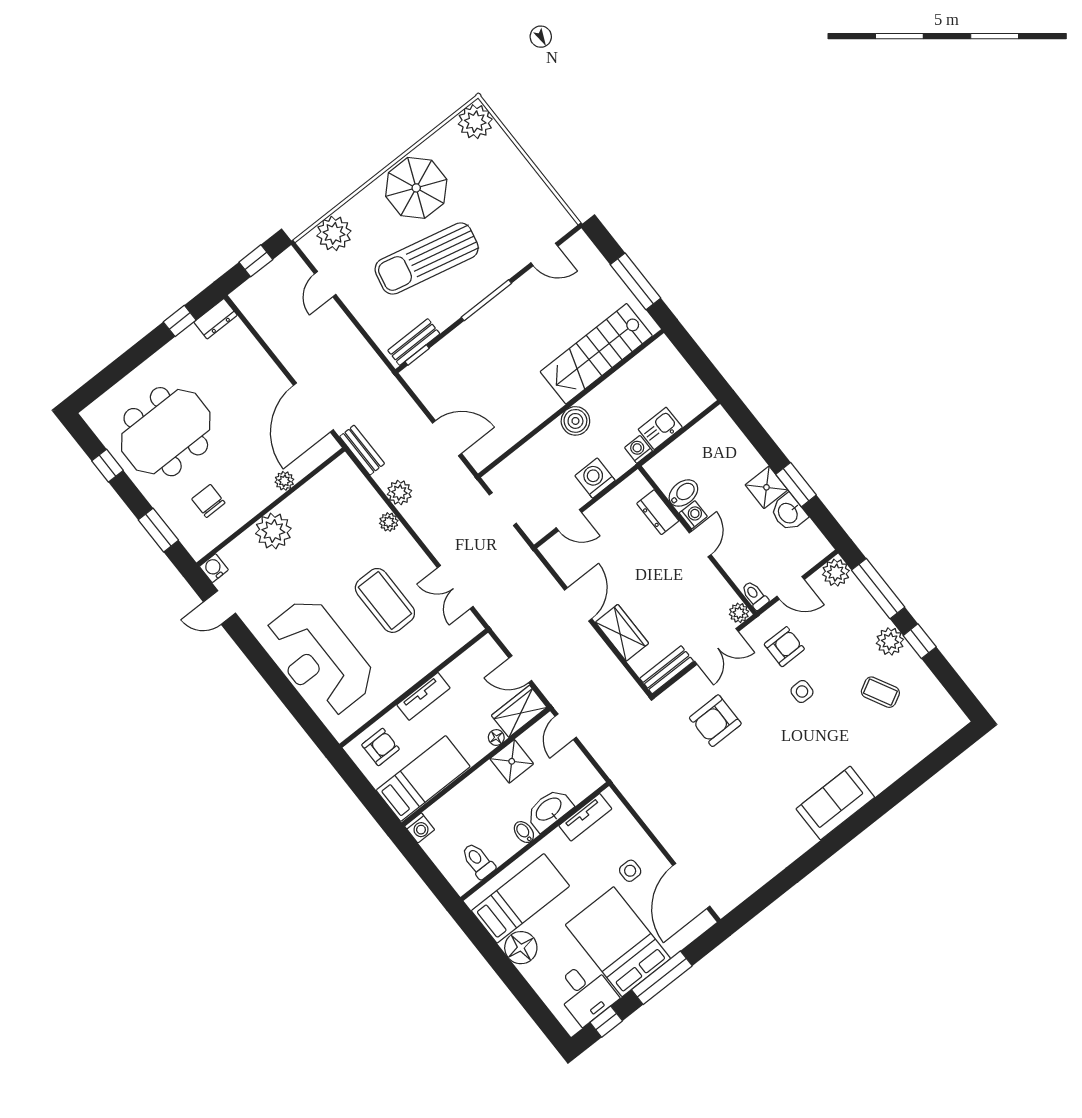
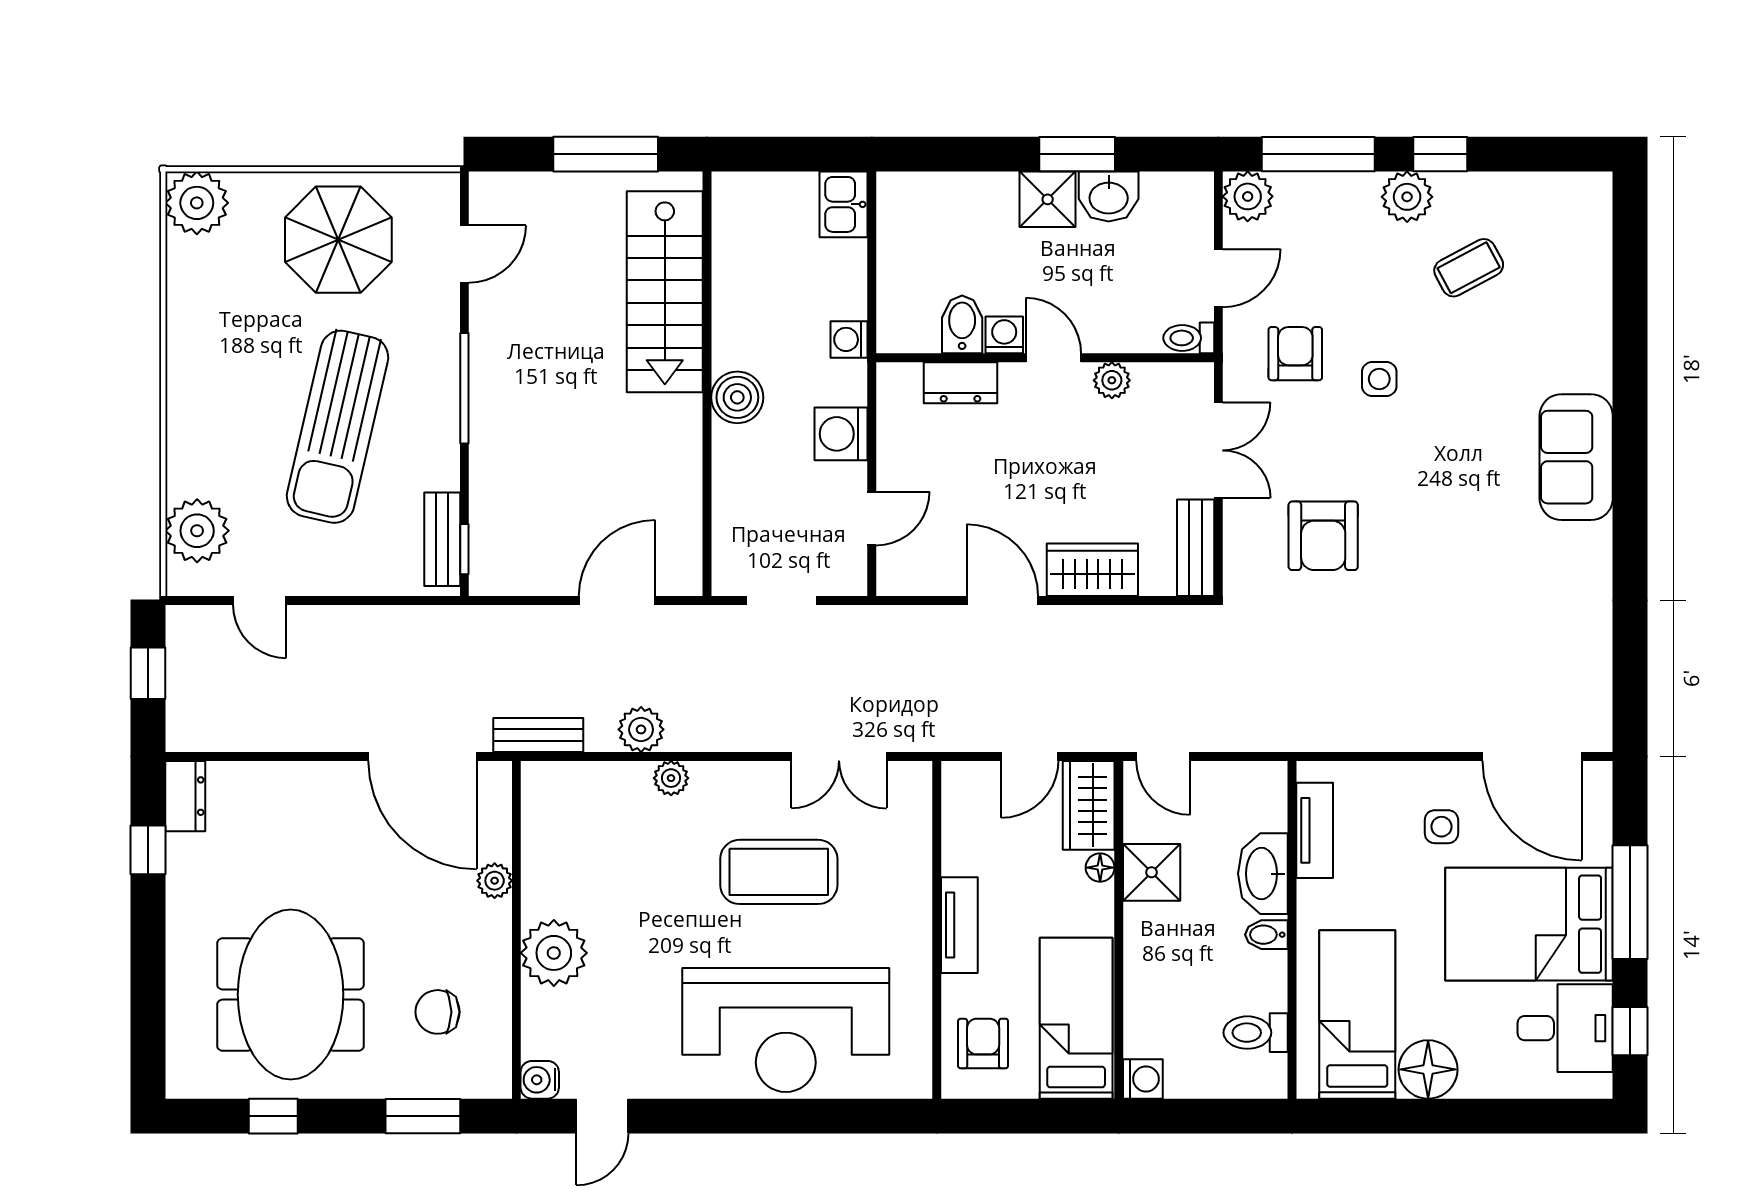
parasol: (416, 188) -> (338, 240), moved
kitchen sink: (660, 428) -> (844, 204), moved
plant: (739, 613) -> (1112, 380), moved

